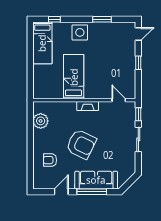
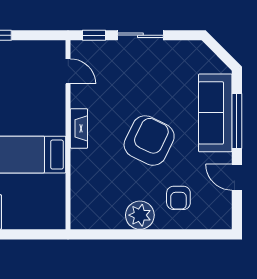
door: (119, 100) -> (68, 71), swing flipped
plant: (41, 121) -> (140, 215), moved

